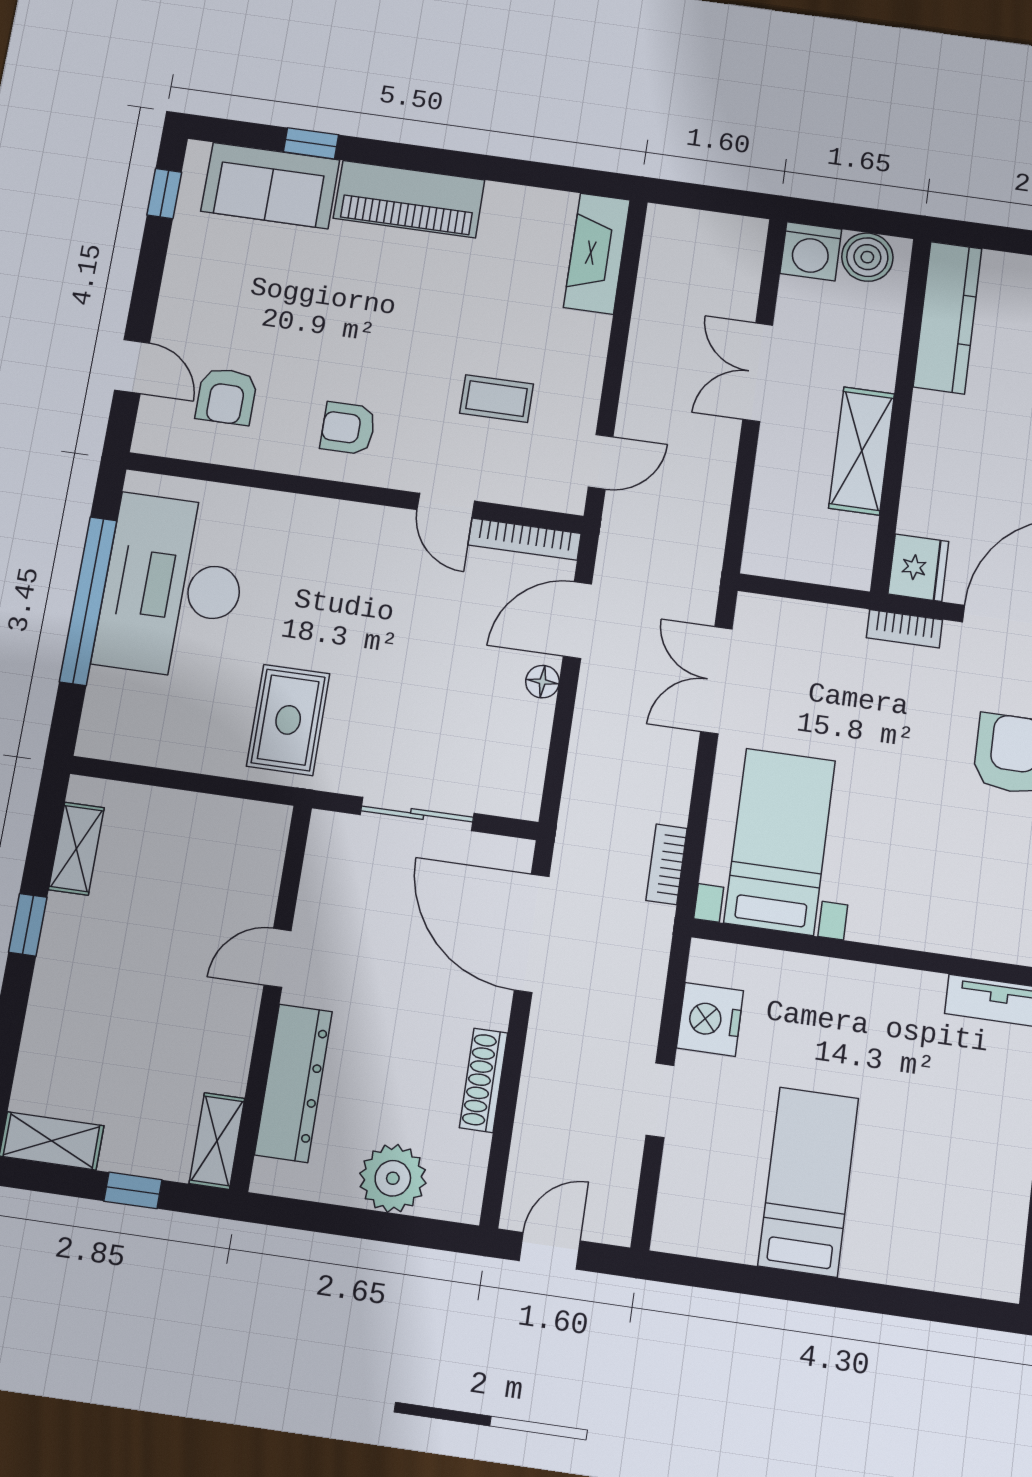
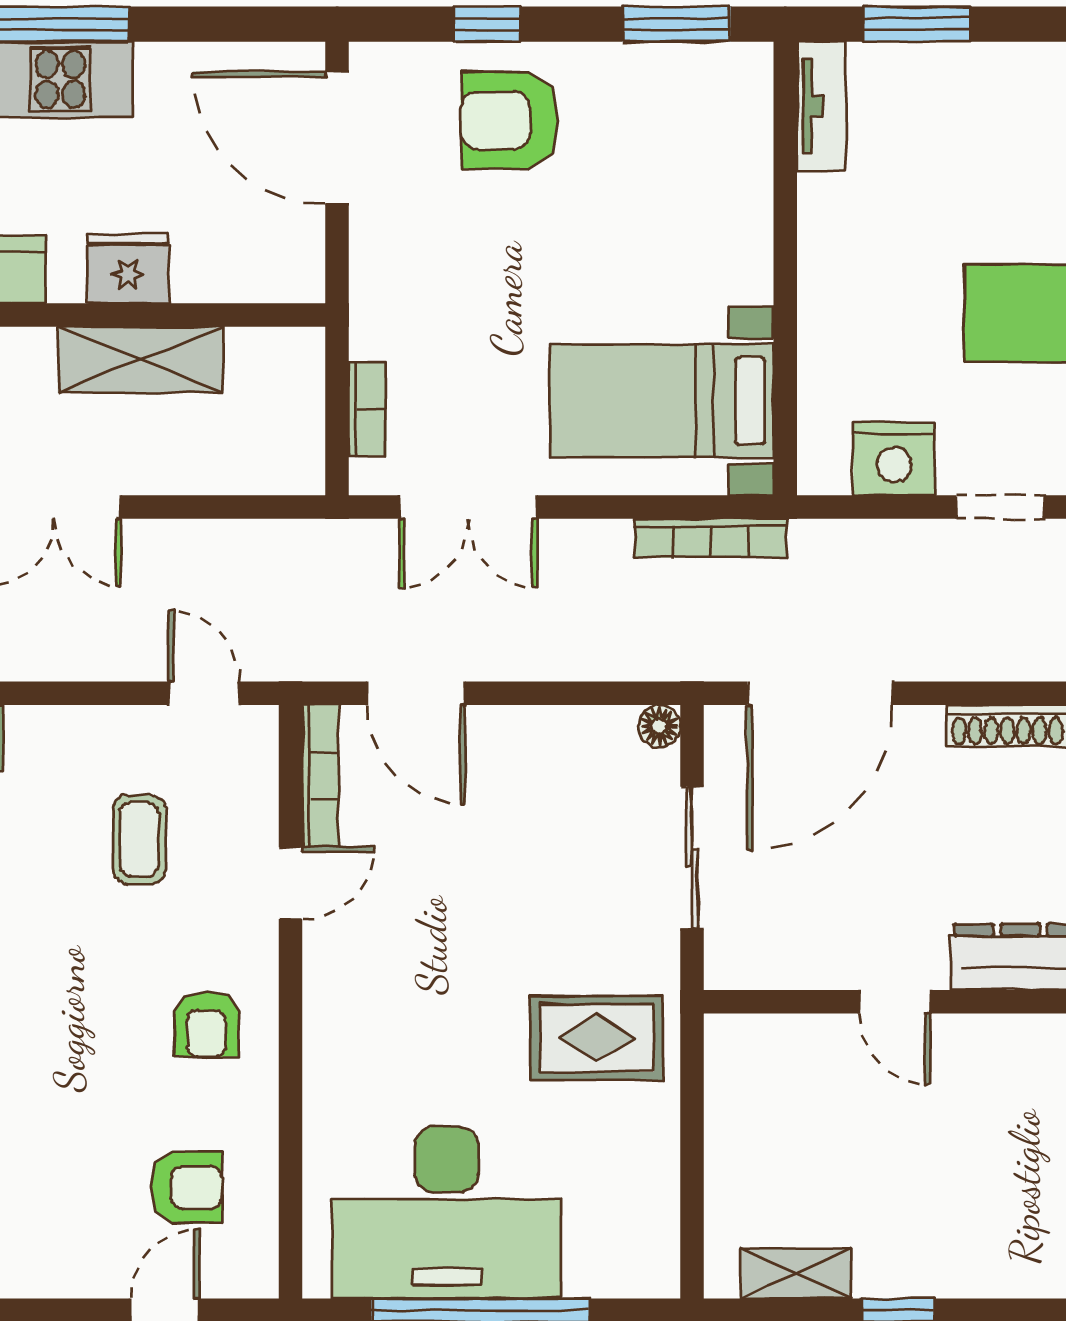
fridge: (918, 568) -> (128, 269), moved
bookcase: (904, 629) -> (368, 410), moved
floor lamp: (542, 682) -> (659, 726), moved
bookcase: (667, 864) -> (711, 538), width x1.56

